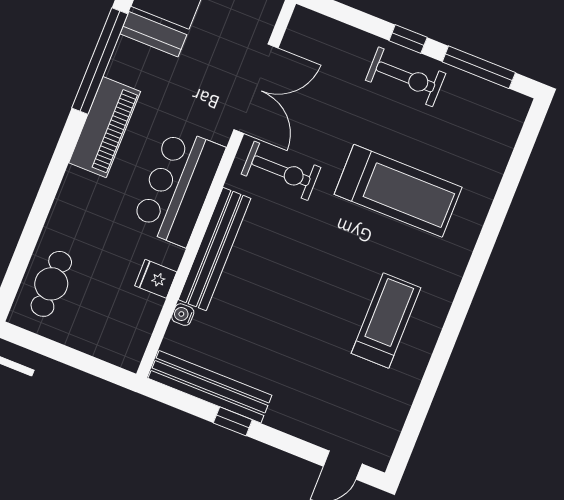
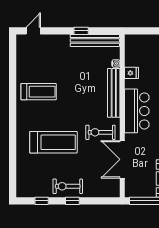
window: (479, 67) -> (42, 201), width x0.46
treadmill: (398, 191) -> (53, 142), turned 180
treadmill: (386, 321) -> (39, 92), turned -90

